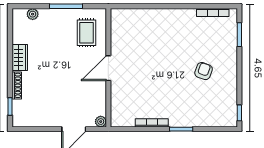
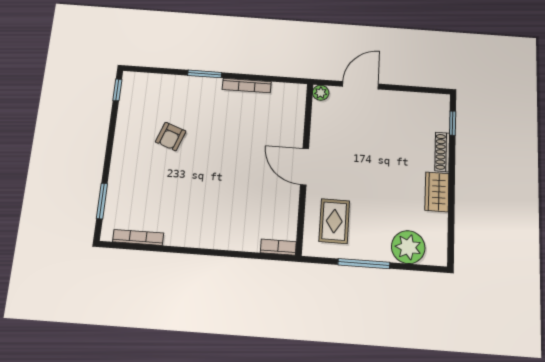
bookcase: (122, 13) -> (278, 247), added
plant: (33, 14) -> (408, 247), width x1.87, depth x1.87
door: (108, 68) -> (304, 167), swing flipped
armchair: (204, 71) -> (171, 137), moved

